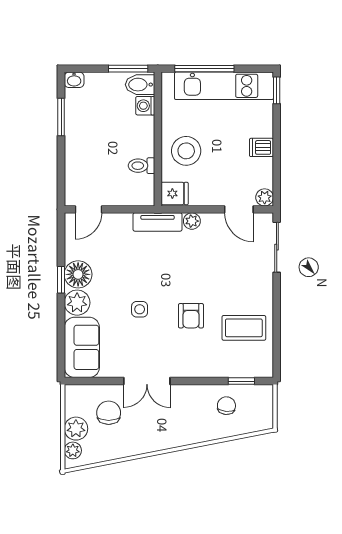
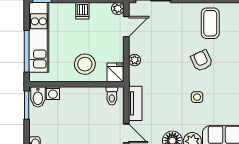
toilet: (141, 166) -> (112, 96), moved
tv unit: (158, 222) -> (135, 103), moved
armchair: (191, 316) -> (202, 61), turned -115

